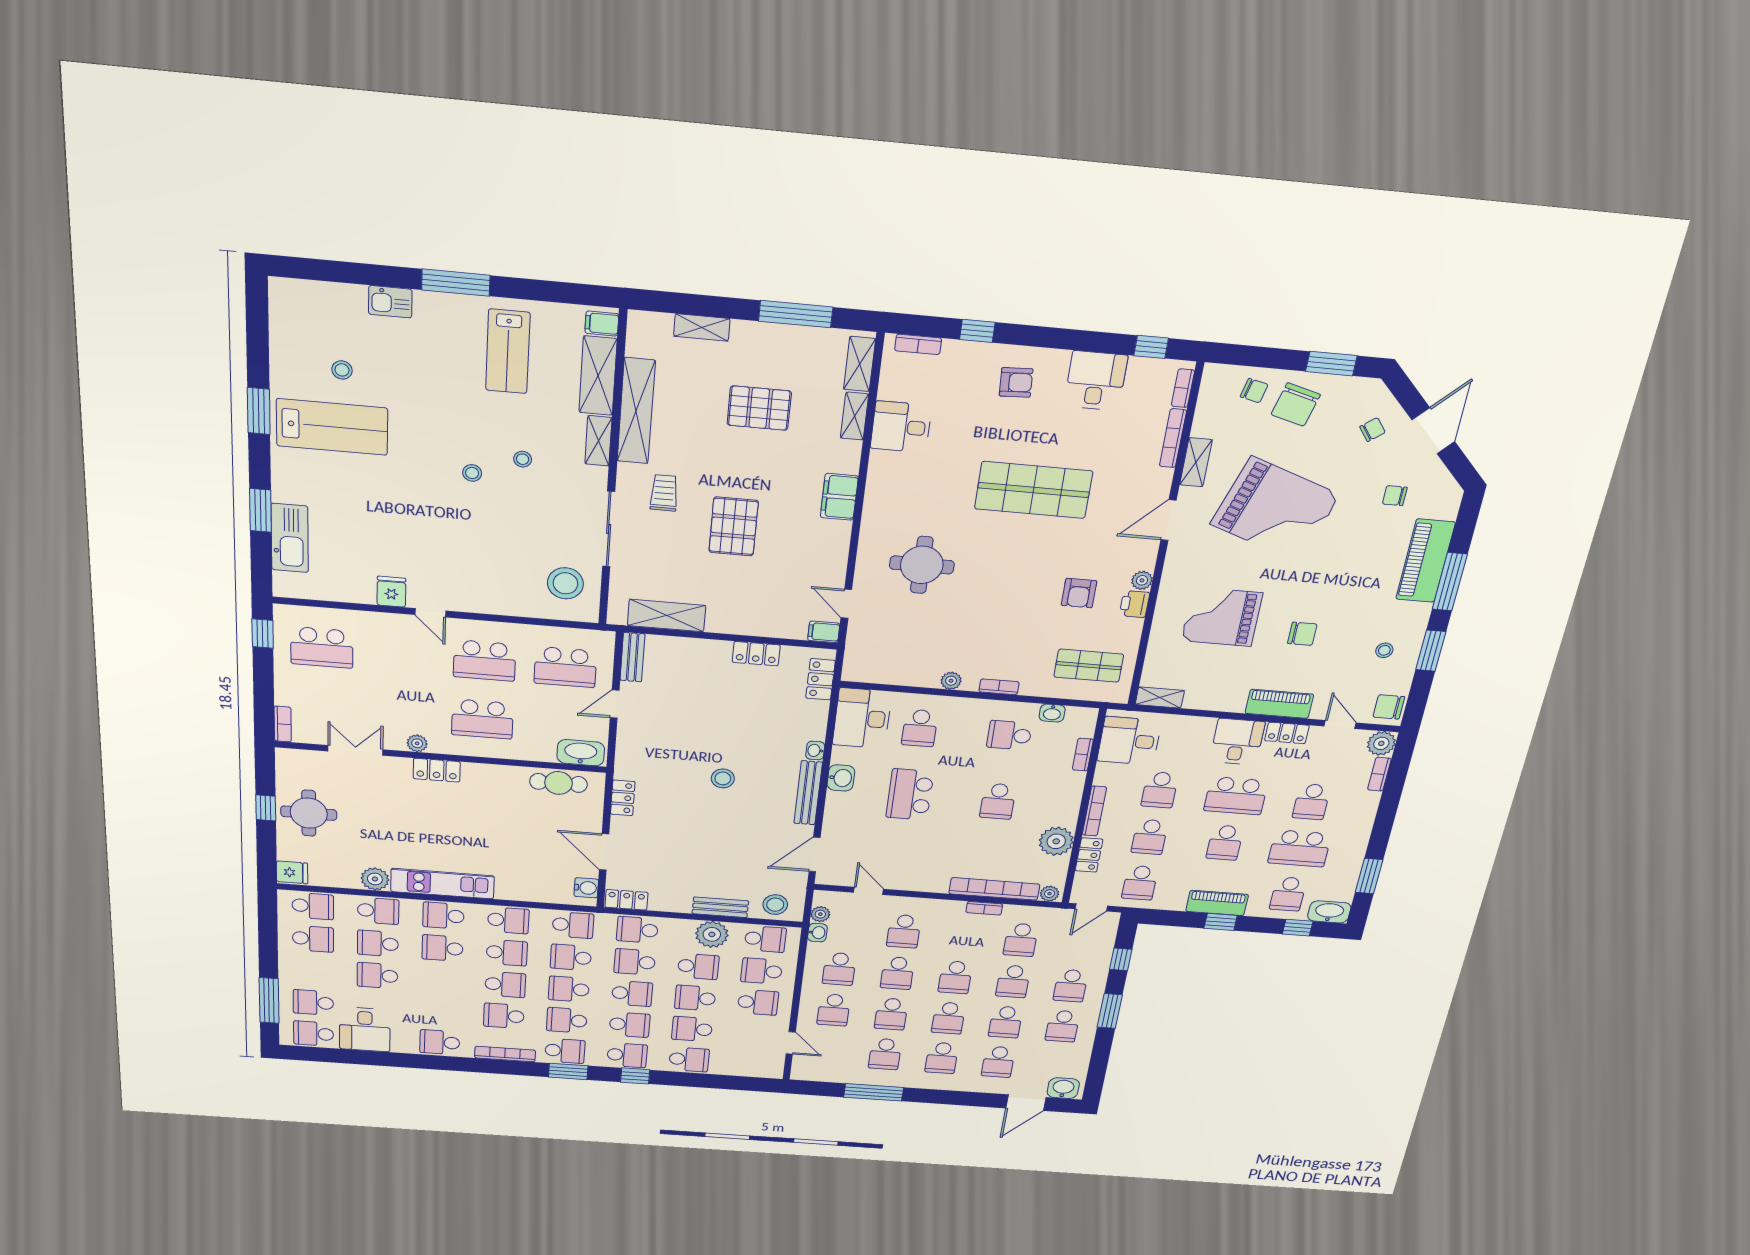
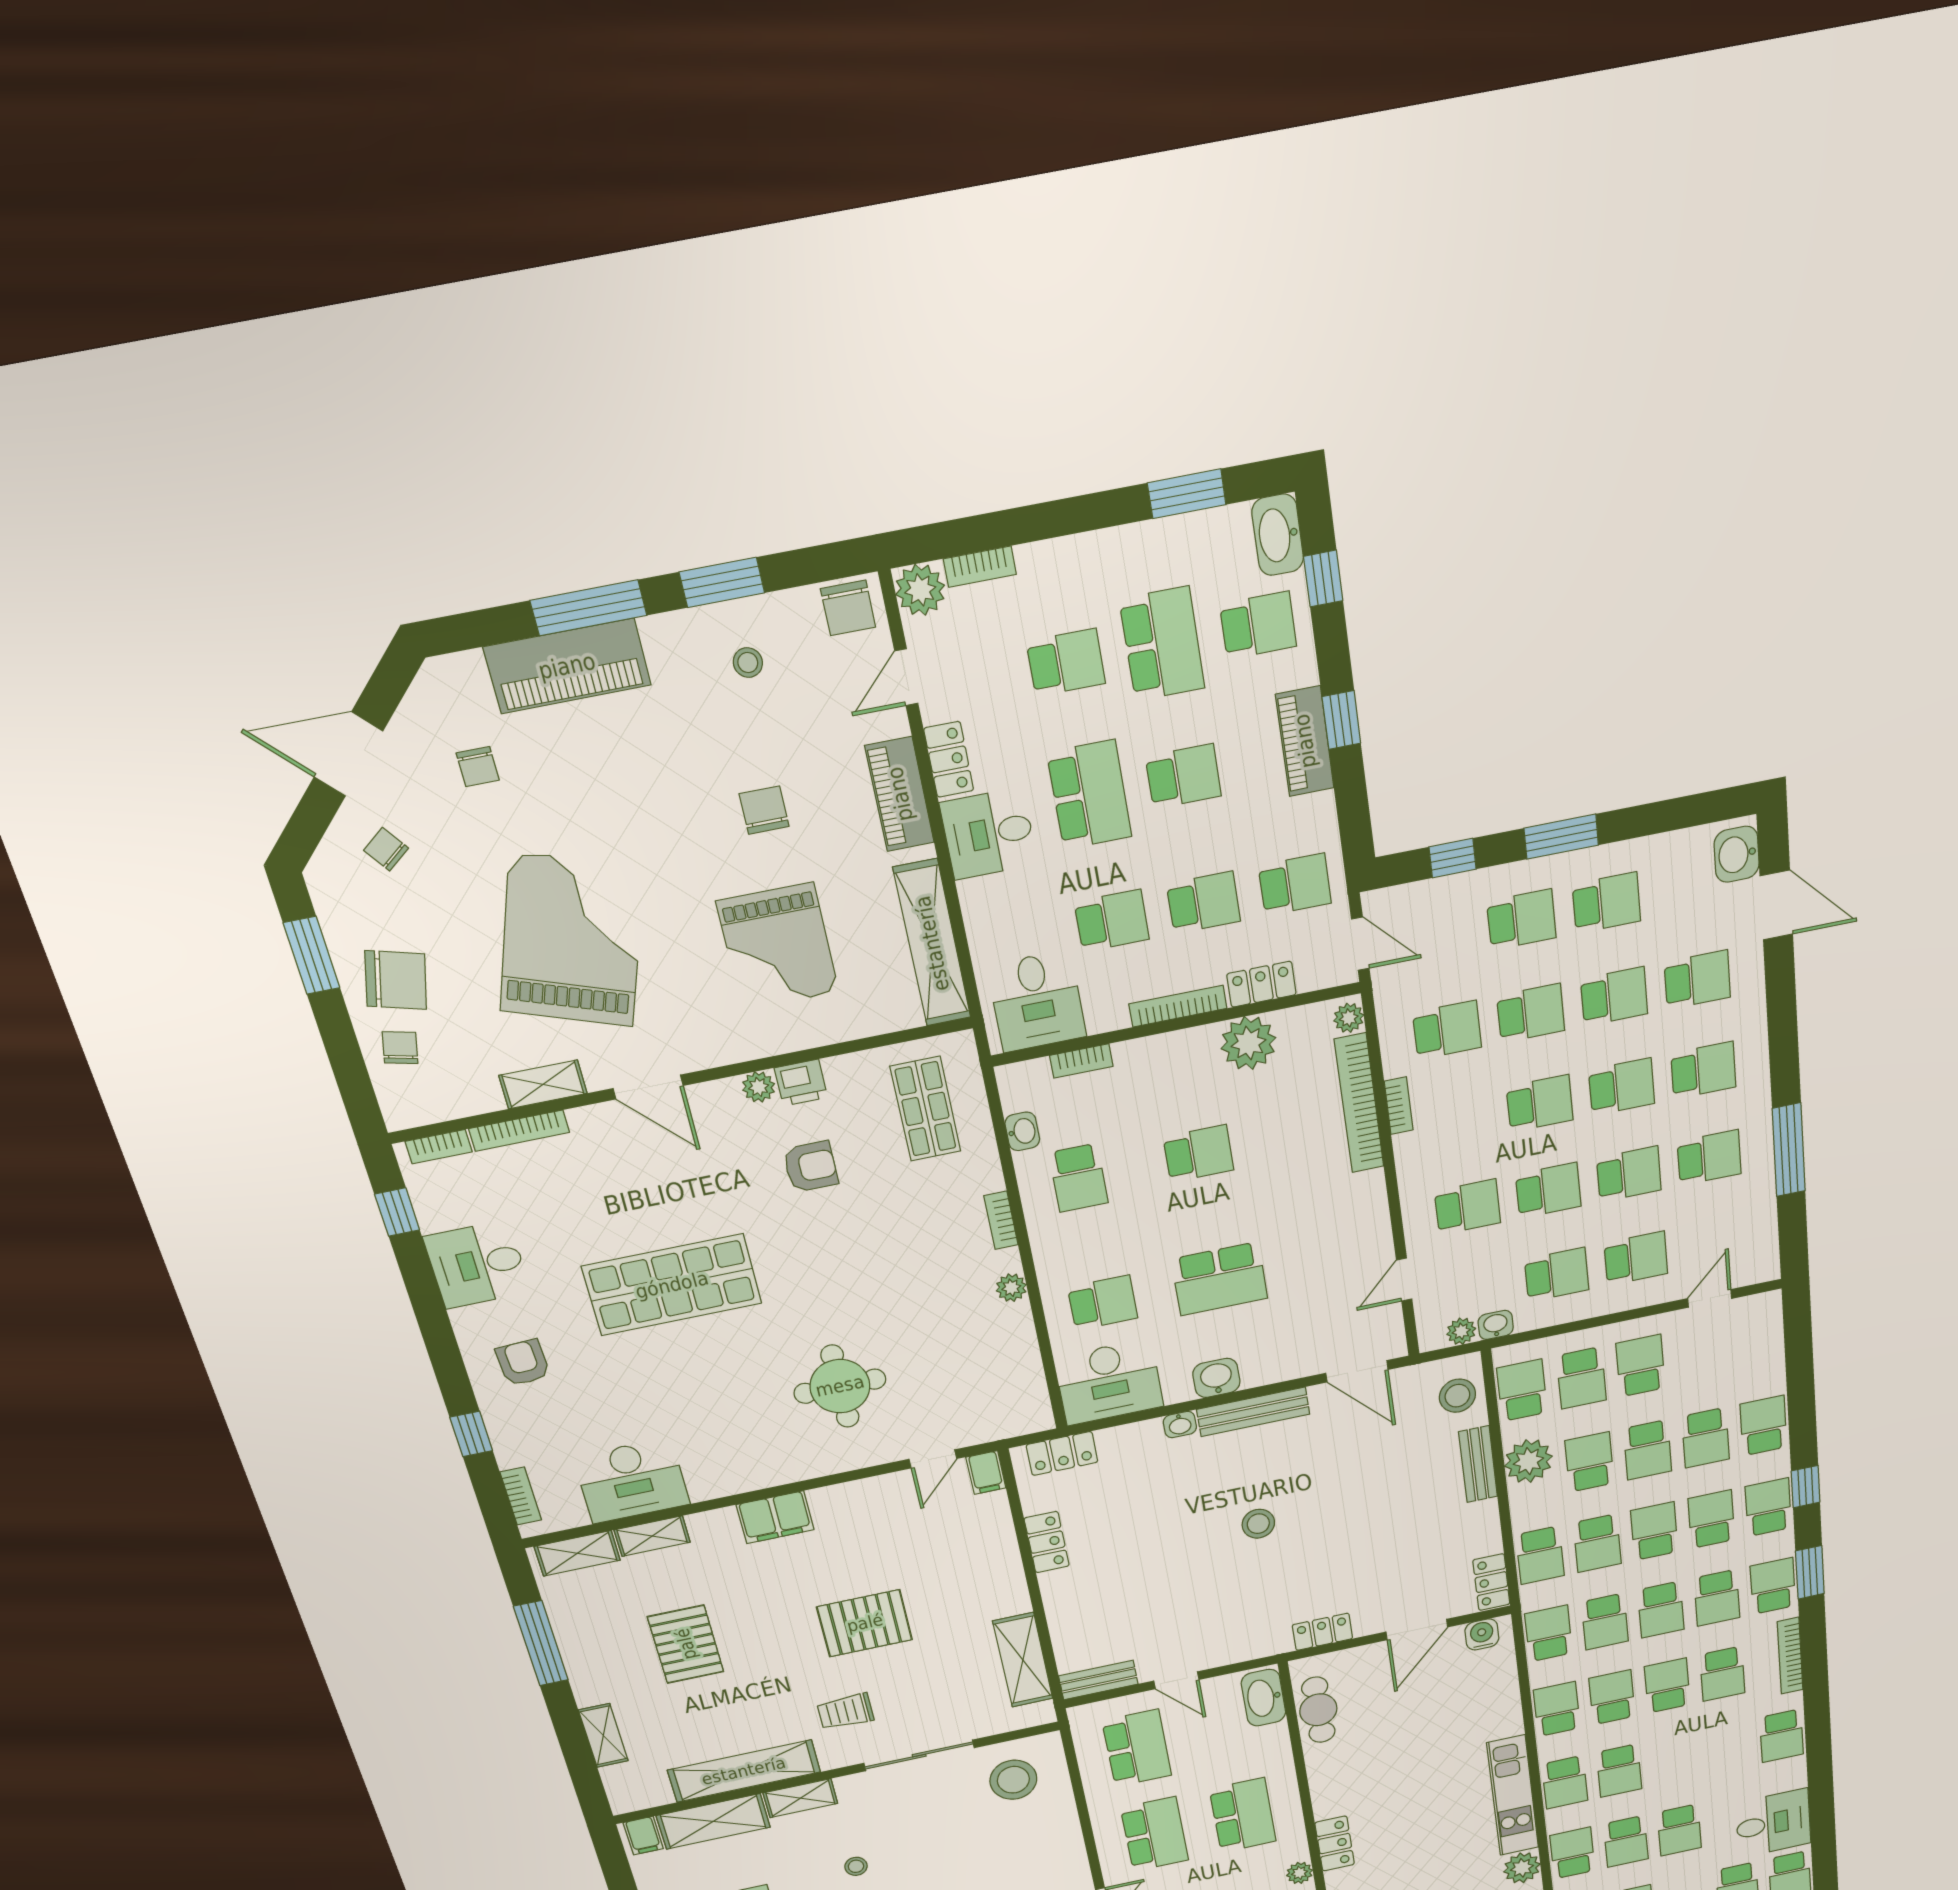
desk: (901, 427) -> (632, 1481), width x1.37
shop shelf: (1034, 490) -> (672, 1285), turned 90
shelving: (1160, 697) -> (932, 943), width x2.20, depth x1.33

